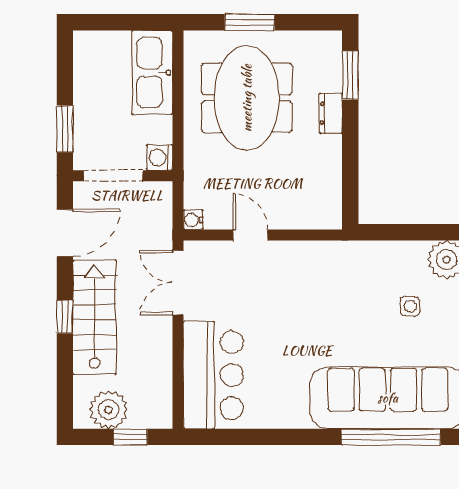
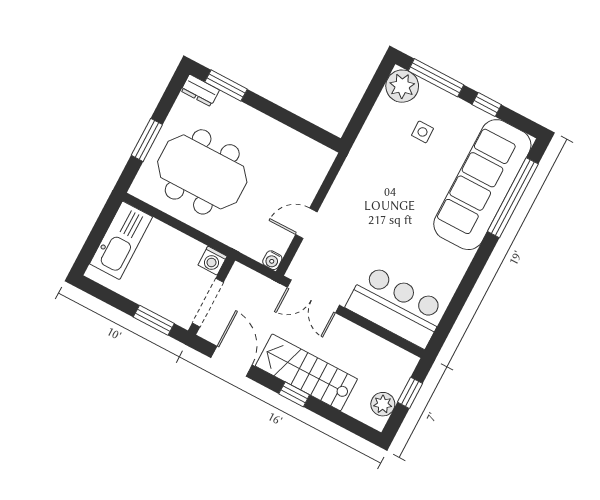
kitchen sink: (152, 73) -> (121, 240), moved, turned -90
dresser: (331, 113) -> (200, 90), moved
plant: (109, 410) -> (383, 404), width x0.73, depth x0.73

